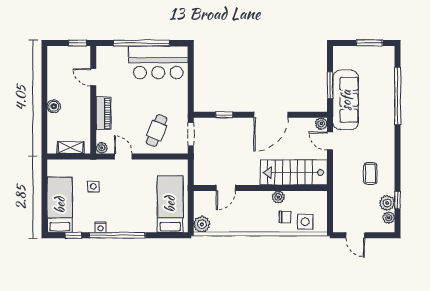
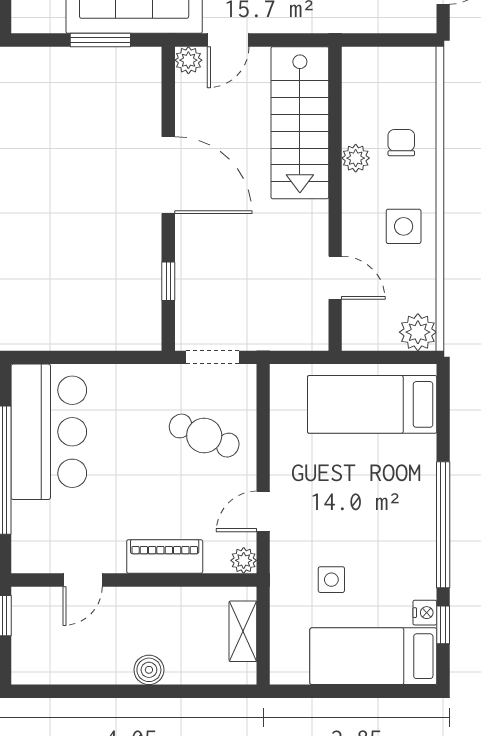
side table: (305, 222) -> (404, 226), moved
nightstand: (101, 227) -> (425, 613), moved

